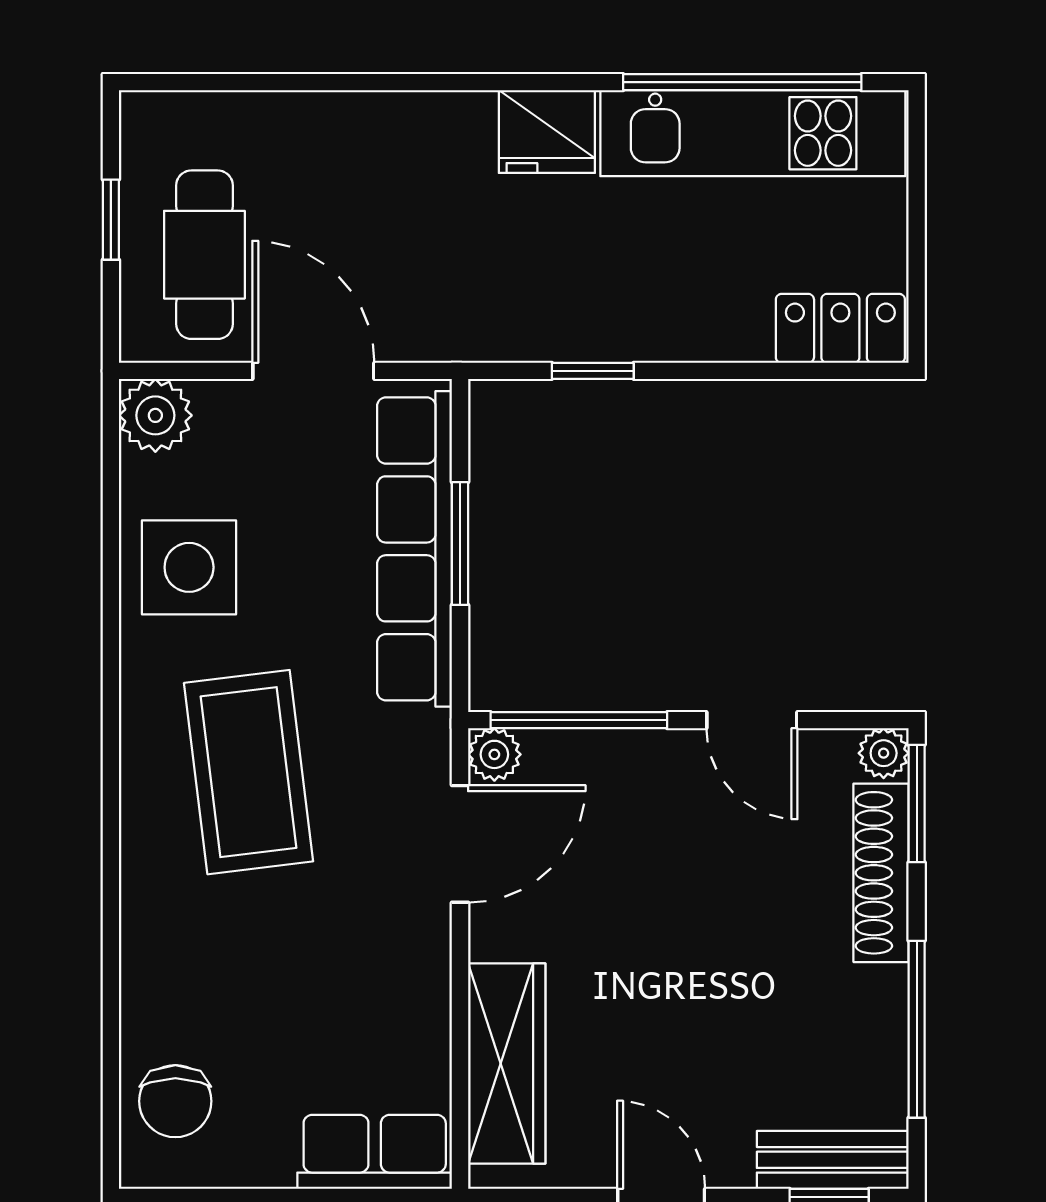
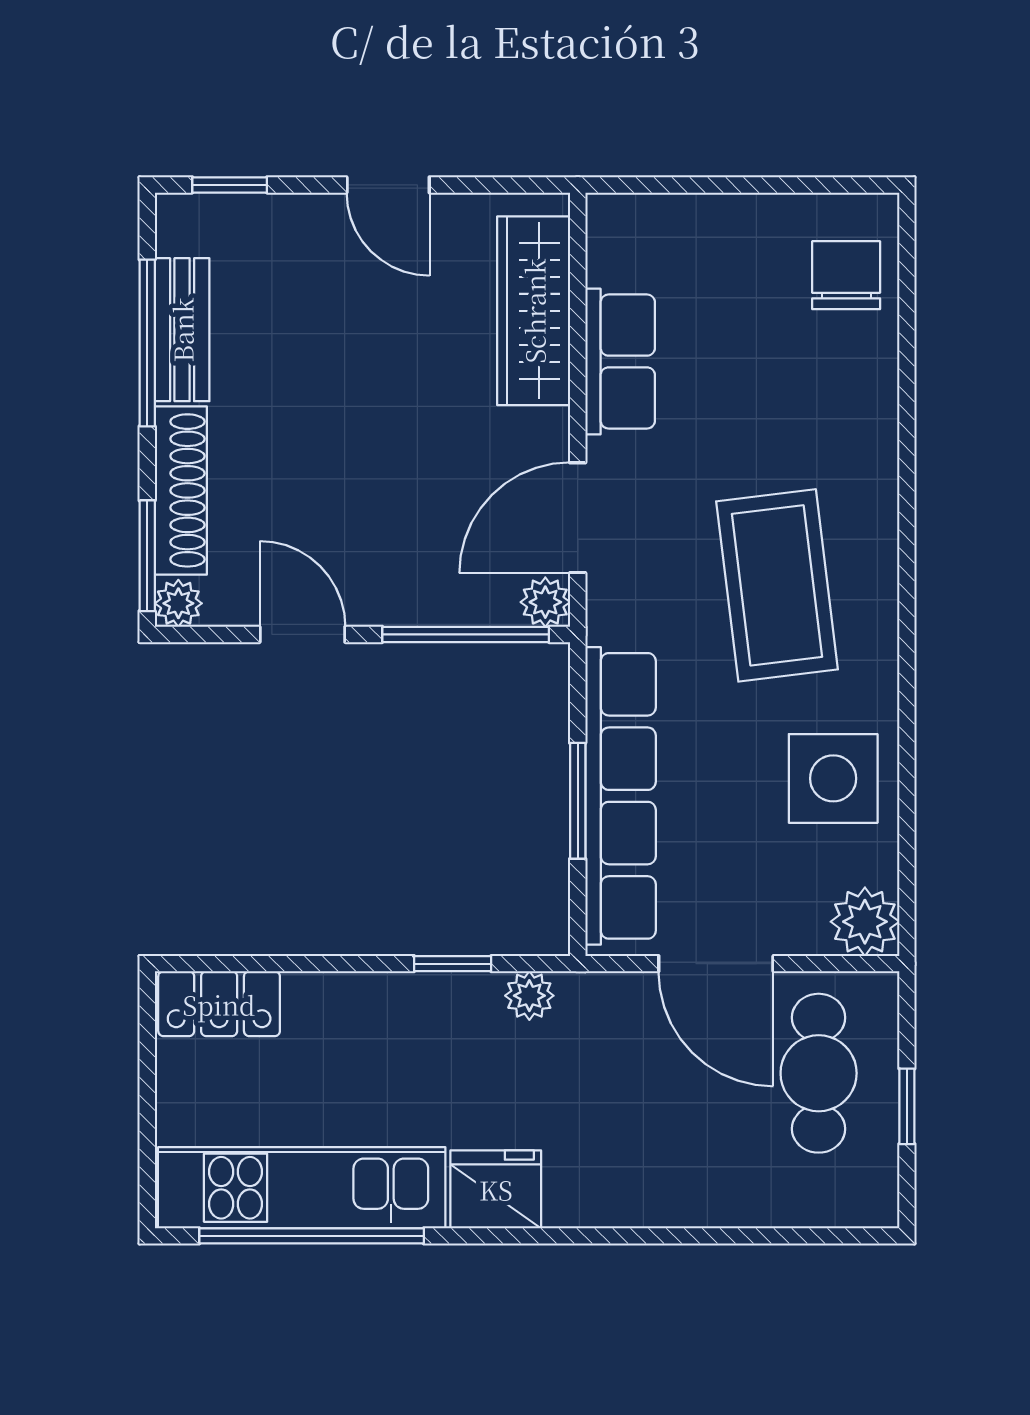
plant: (511, 337) -> (529, 996), added
row of seats: (375, 1152) -> (620, 362), moved, turned -90
bench: (833, 1160) -> (182, 330), moved, turned 90

